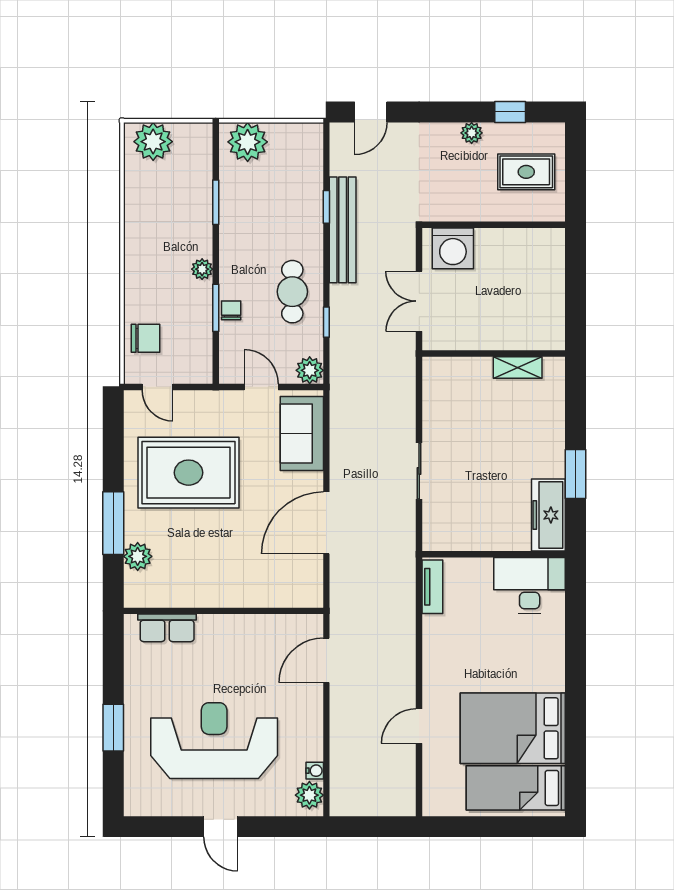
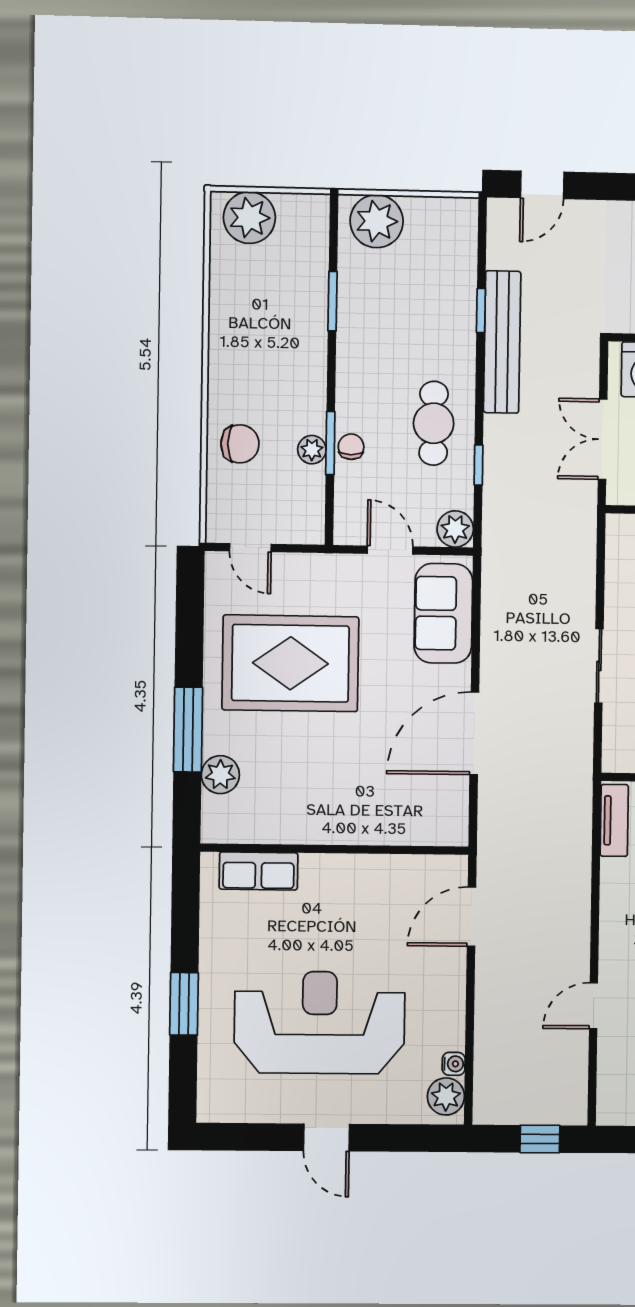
plant: (202, 269) -> (312, 450), moved
chair: (146, 338) -> (240, 444), moved
window: (380, 827) -> (540, 1139), added

